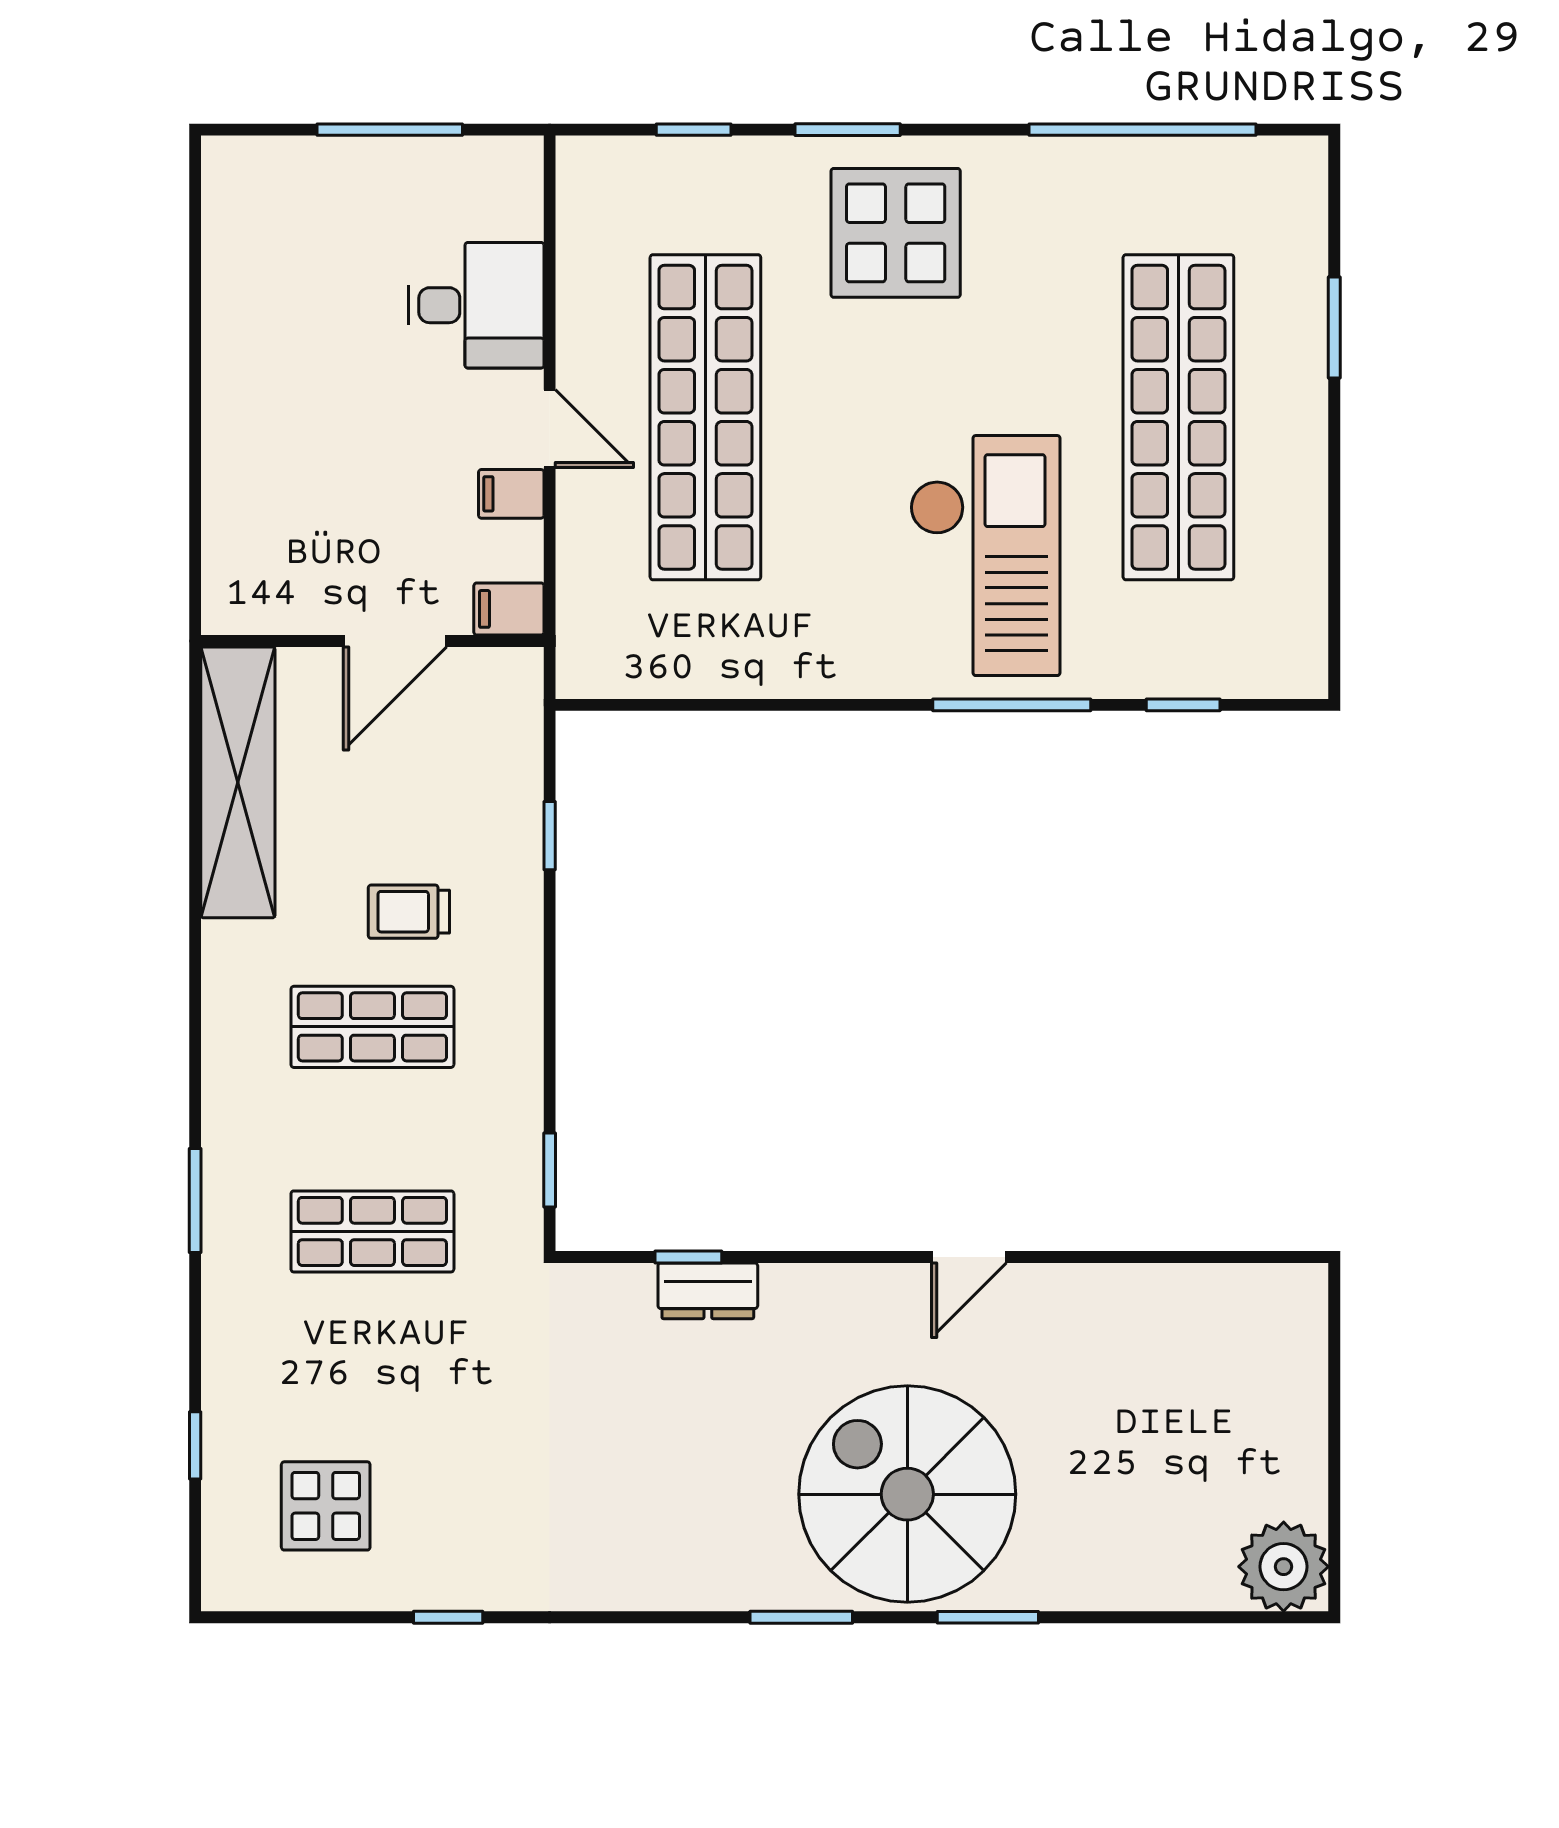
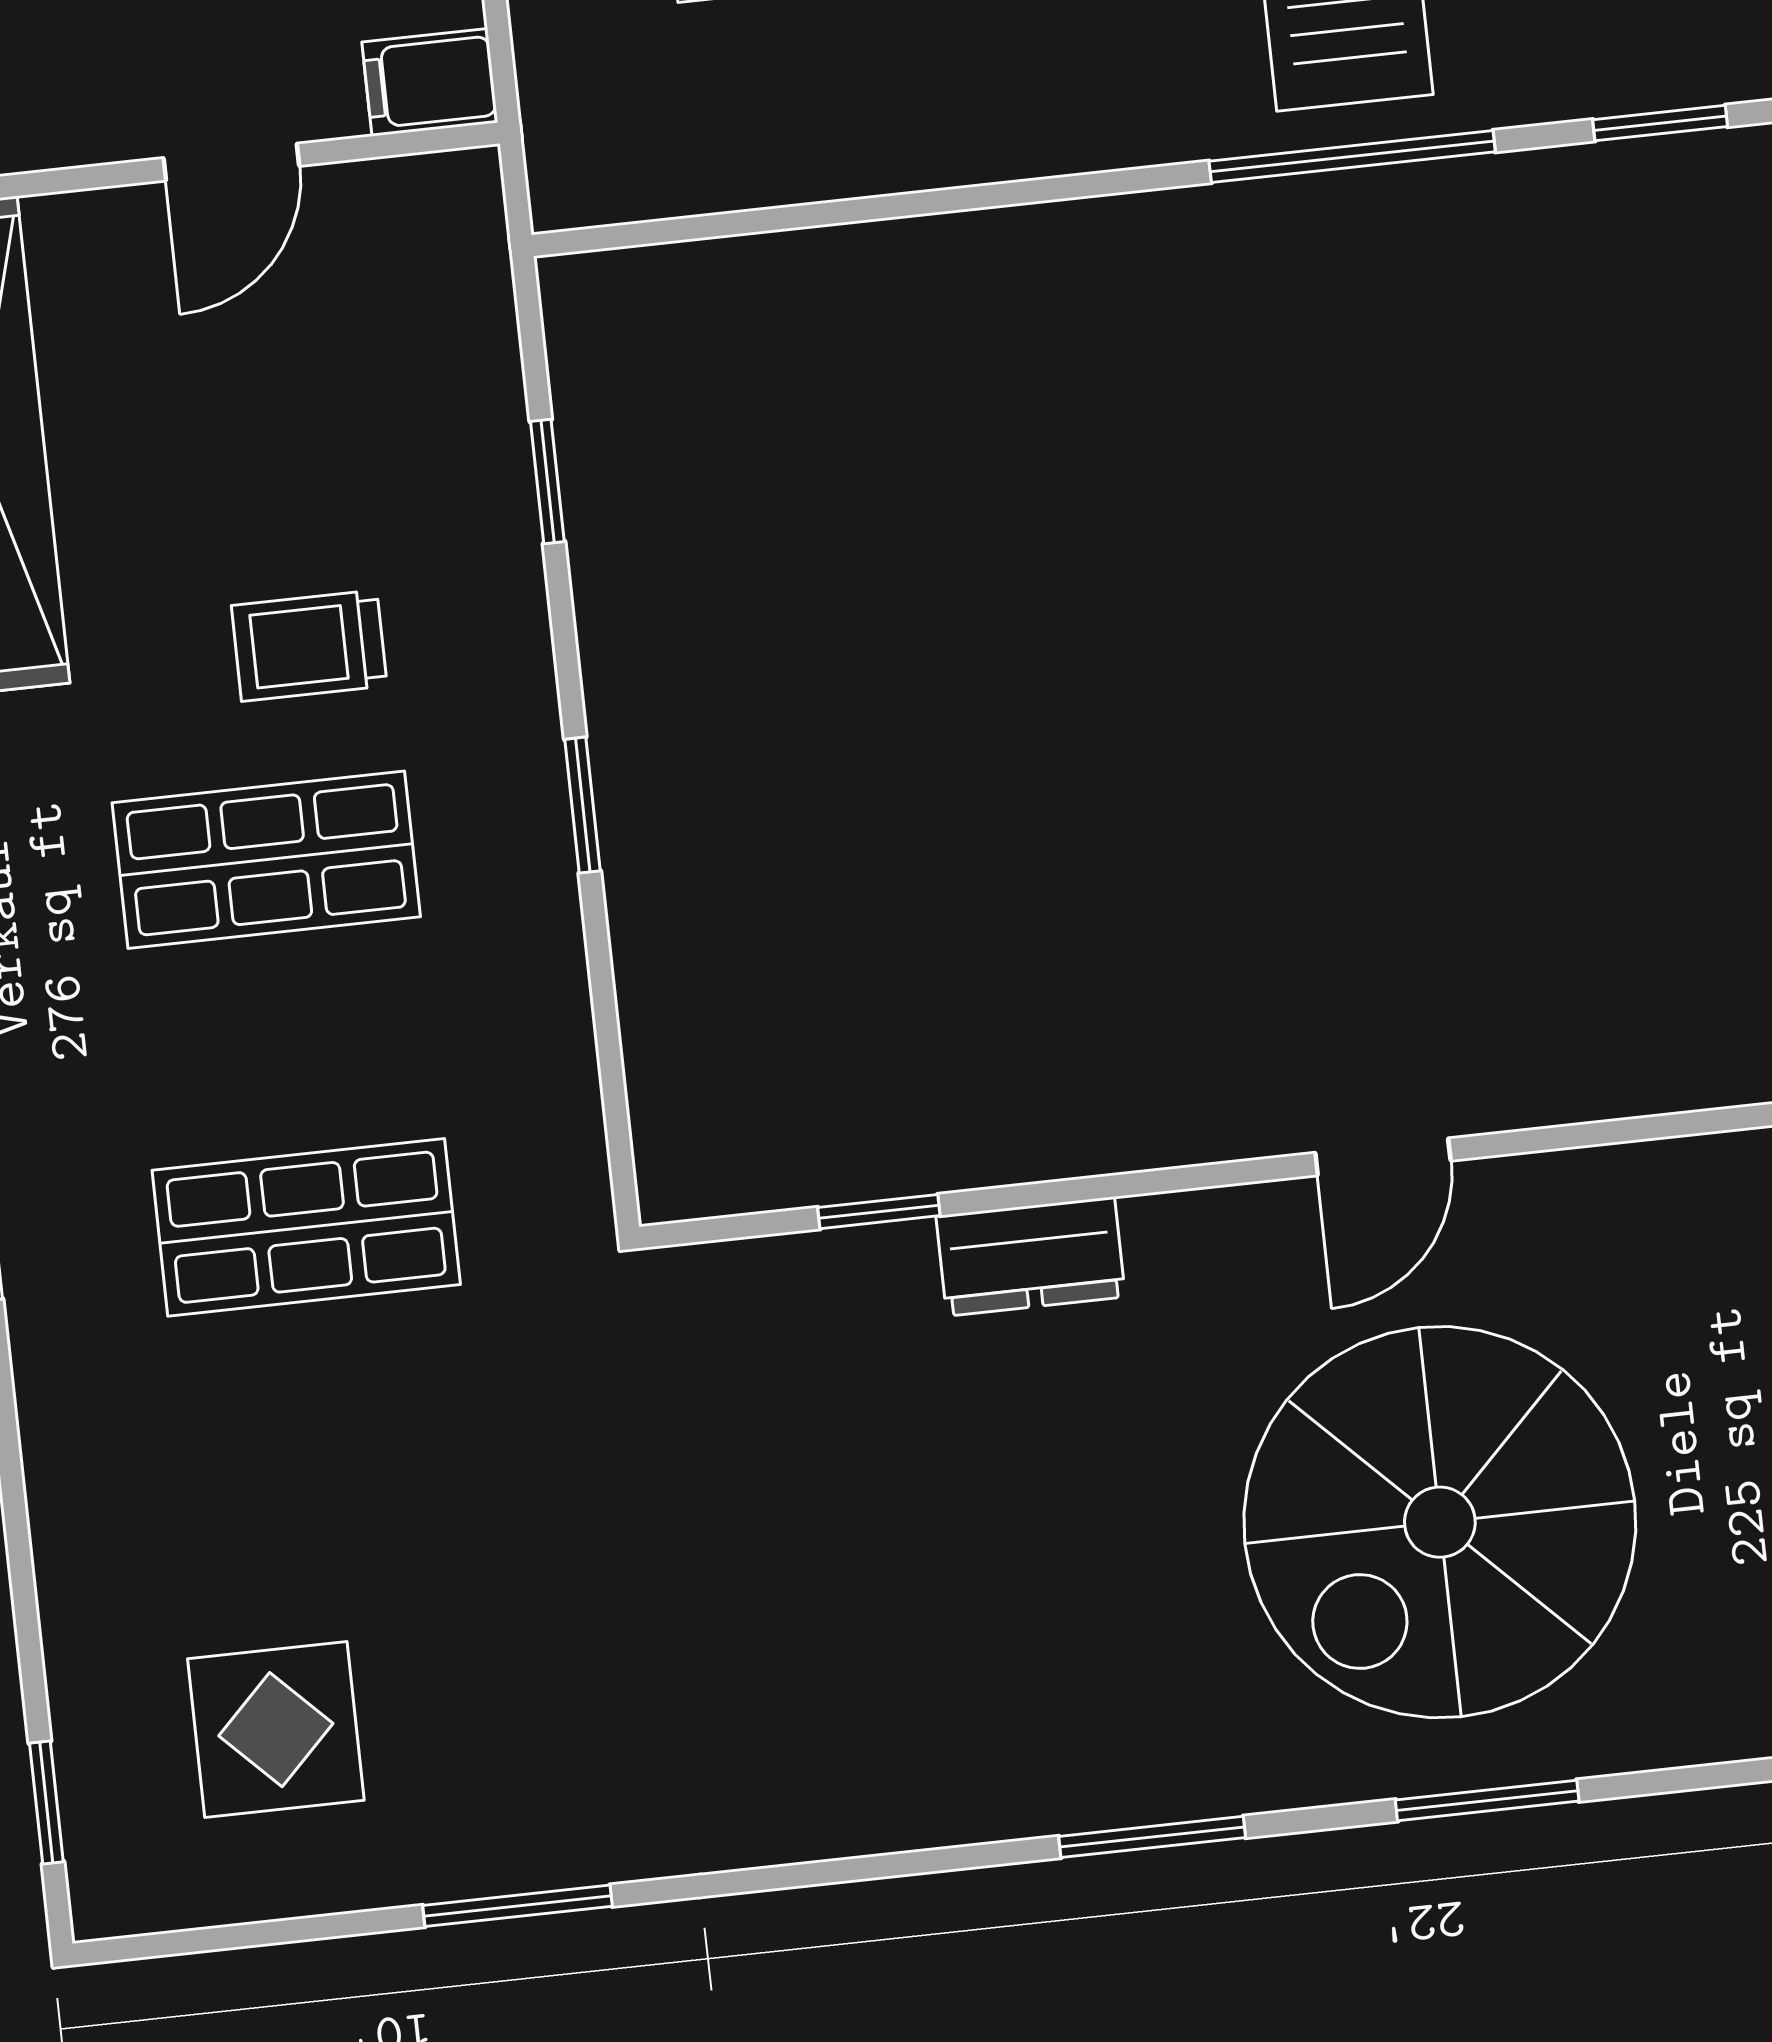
door: (395, 641) -> (231, 162), width x0.73
window: (550, 1170) -> (583, 805), moved
dresser: (708, 1291) -> (1031, 1257), moved
window: (195, 1445) -> (46, 1802), moved
spiral stairs: (907, 1494) -> (1440, 1522), moved, turned -90
window: (448, 1617) -> (517, 1906), width x1.50

